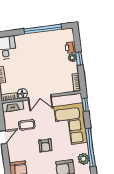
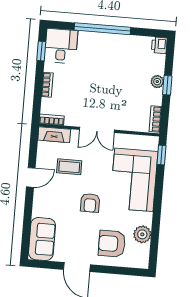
window: (43, 29) -> (102, 29), moved
printer: (70, 47) -> (159, 45), moved
floor lamp: (22, 93) -> (73, 119), removed
window: (90, 147) -> (156, 220), removed

